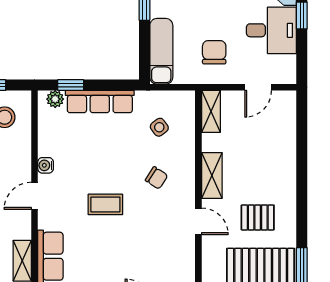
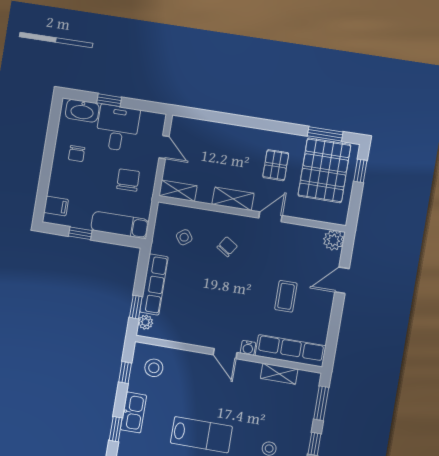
chair: (214, 52) -> (128, 180), turned 89
water cooler: (46, 165) -> (248, 348), moved
coffee table: (105, 204) -> (286, 296), moved

